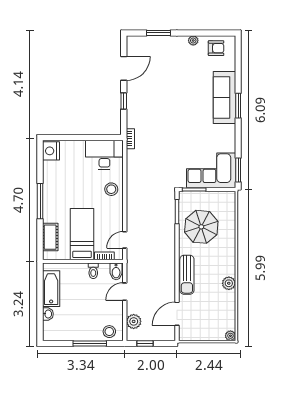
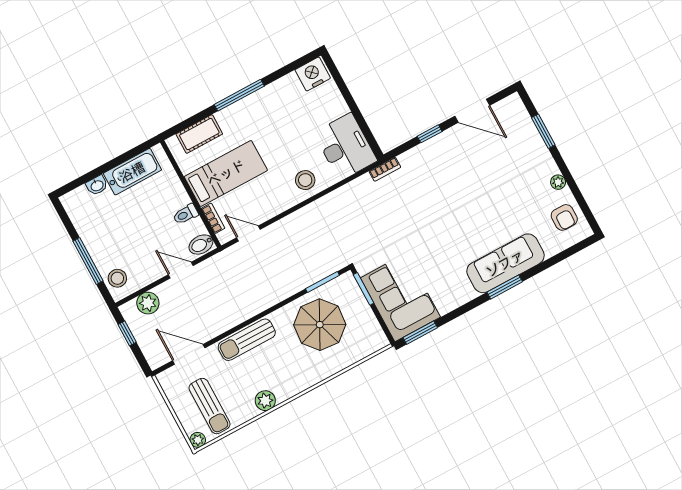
sun lounger: (214, 318) -> (209, 406), added

